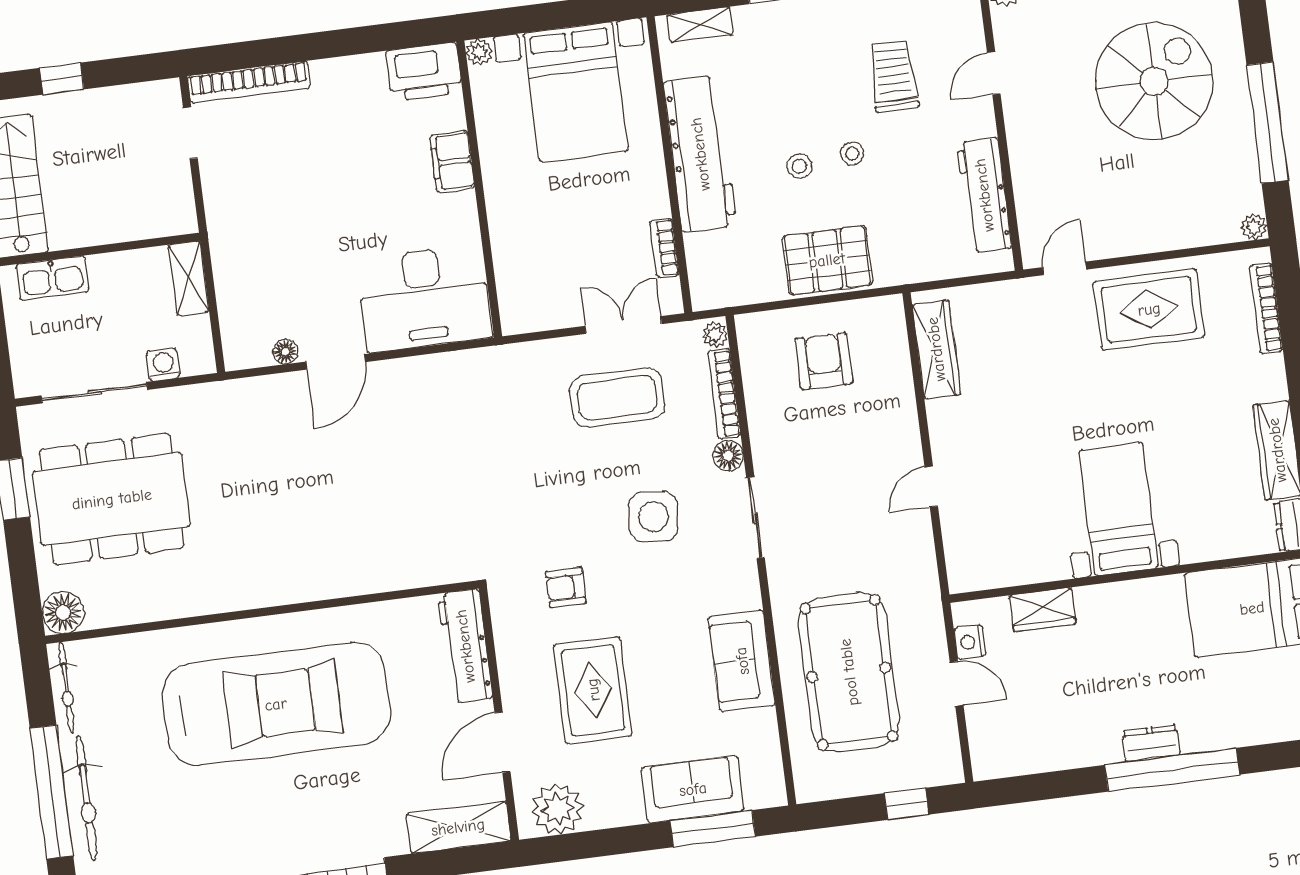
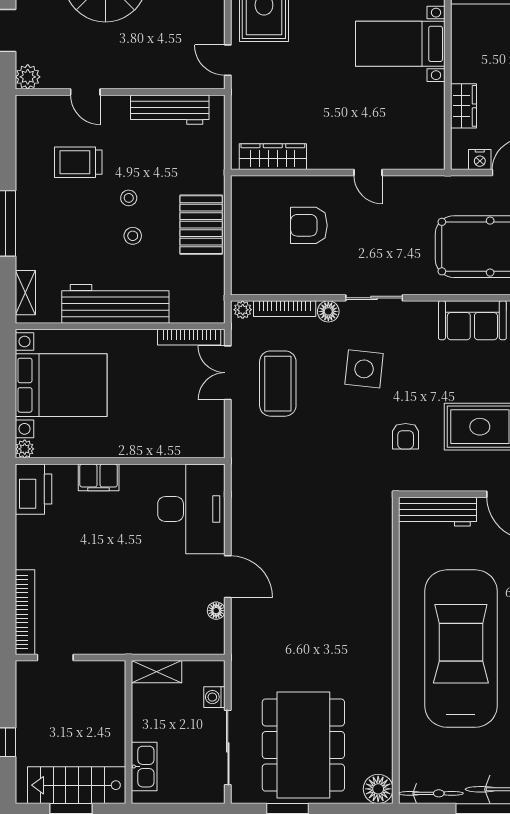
bookcase: (665, 248) -> (189, 337), width x1.56
armchair: (824, 361) -> (309, 225), moved

